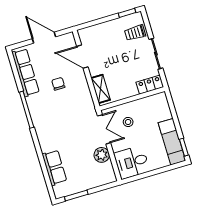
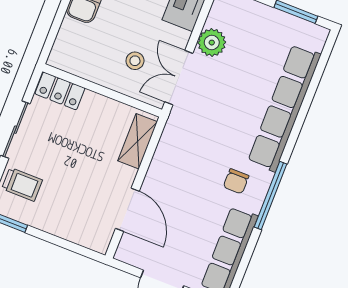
chair: (58, 84) -> (236, 181), moved
row of seats: (54, 168) -> (284, 108), width x2.02

